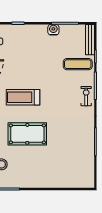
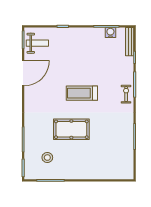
water cooler: (53, 30) -> (110, 32), moved
exercise mat: (78, 64) -> (118, 64), removed
treadmill: (23, 97) -> (82, 93), moved

